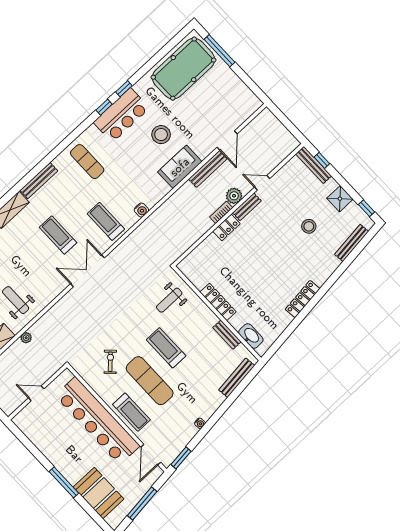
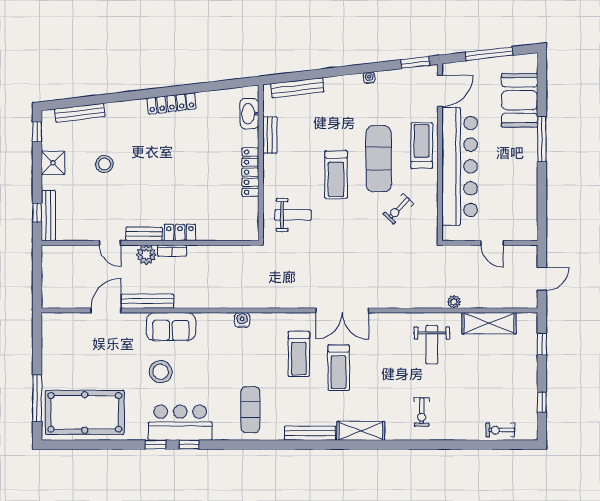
treadmill: (106, 221) -> (299, 354), moved

